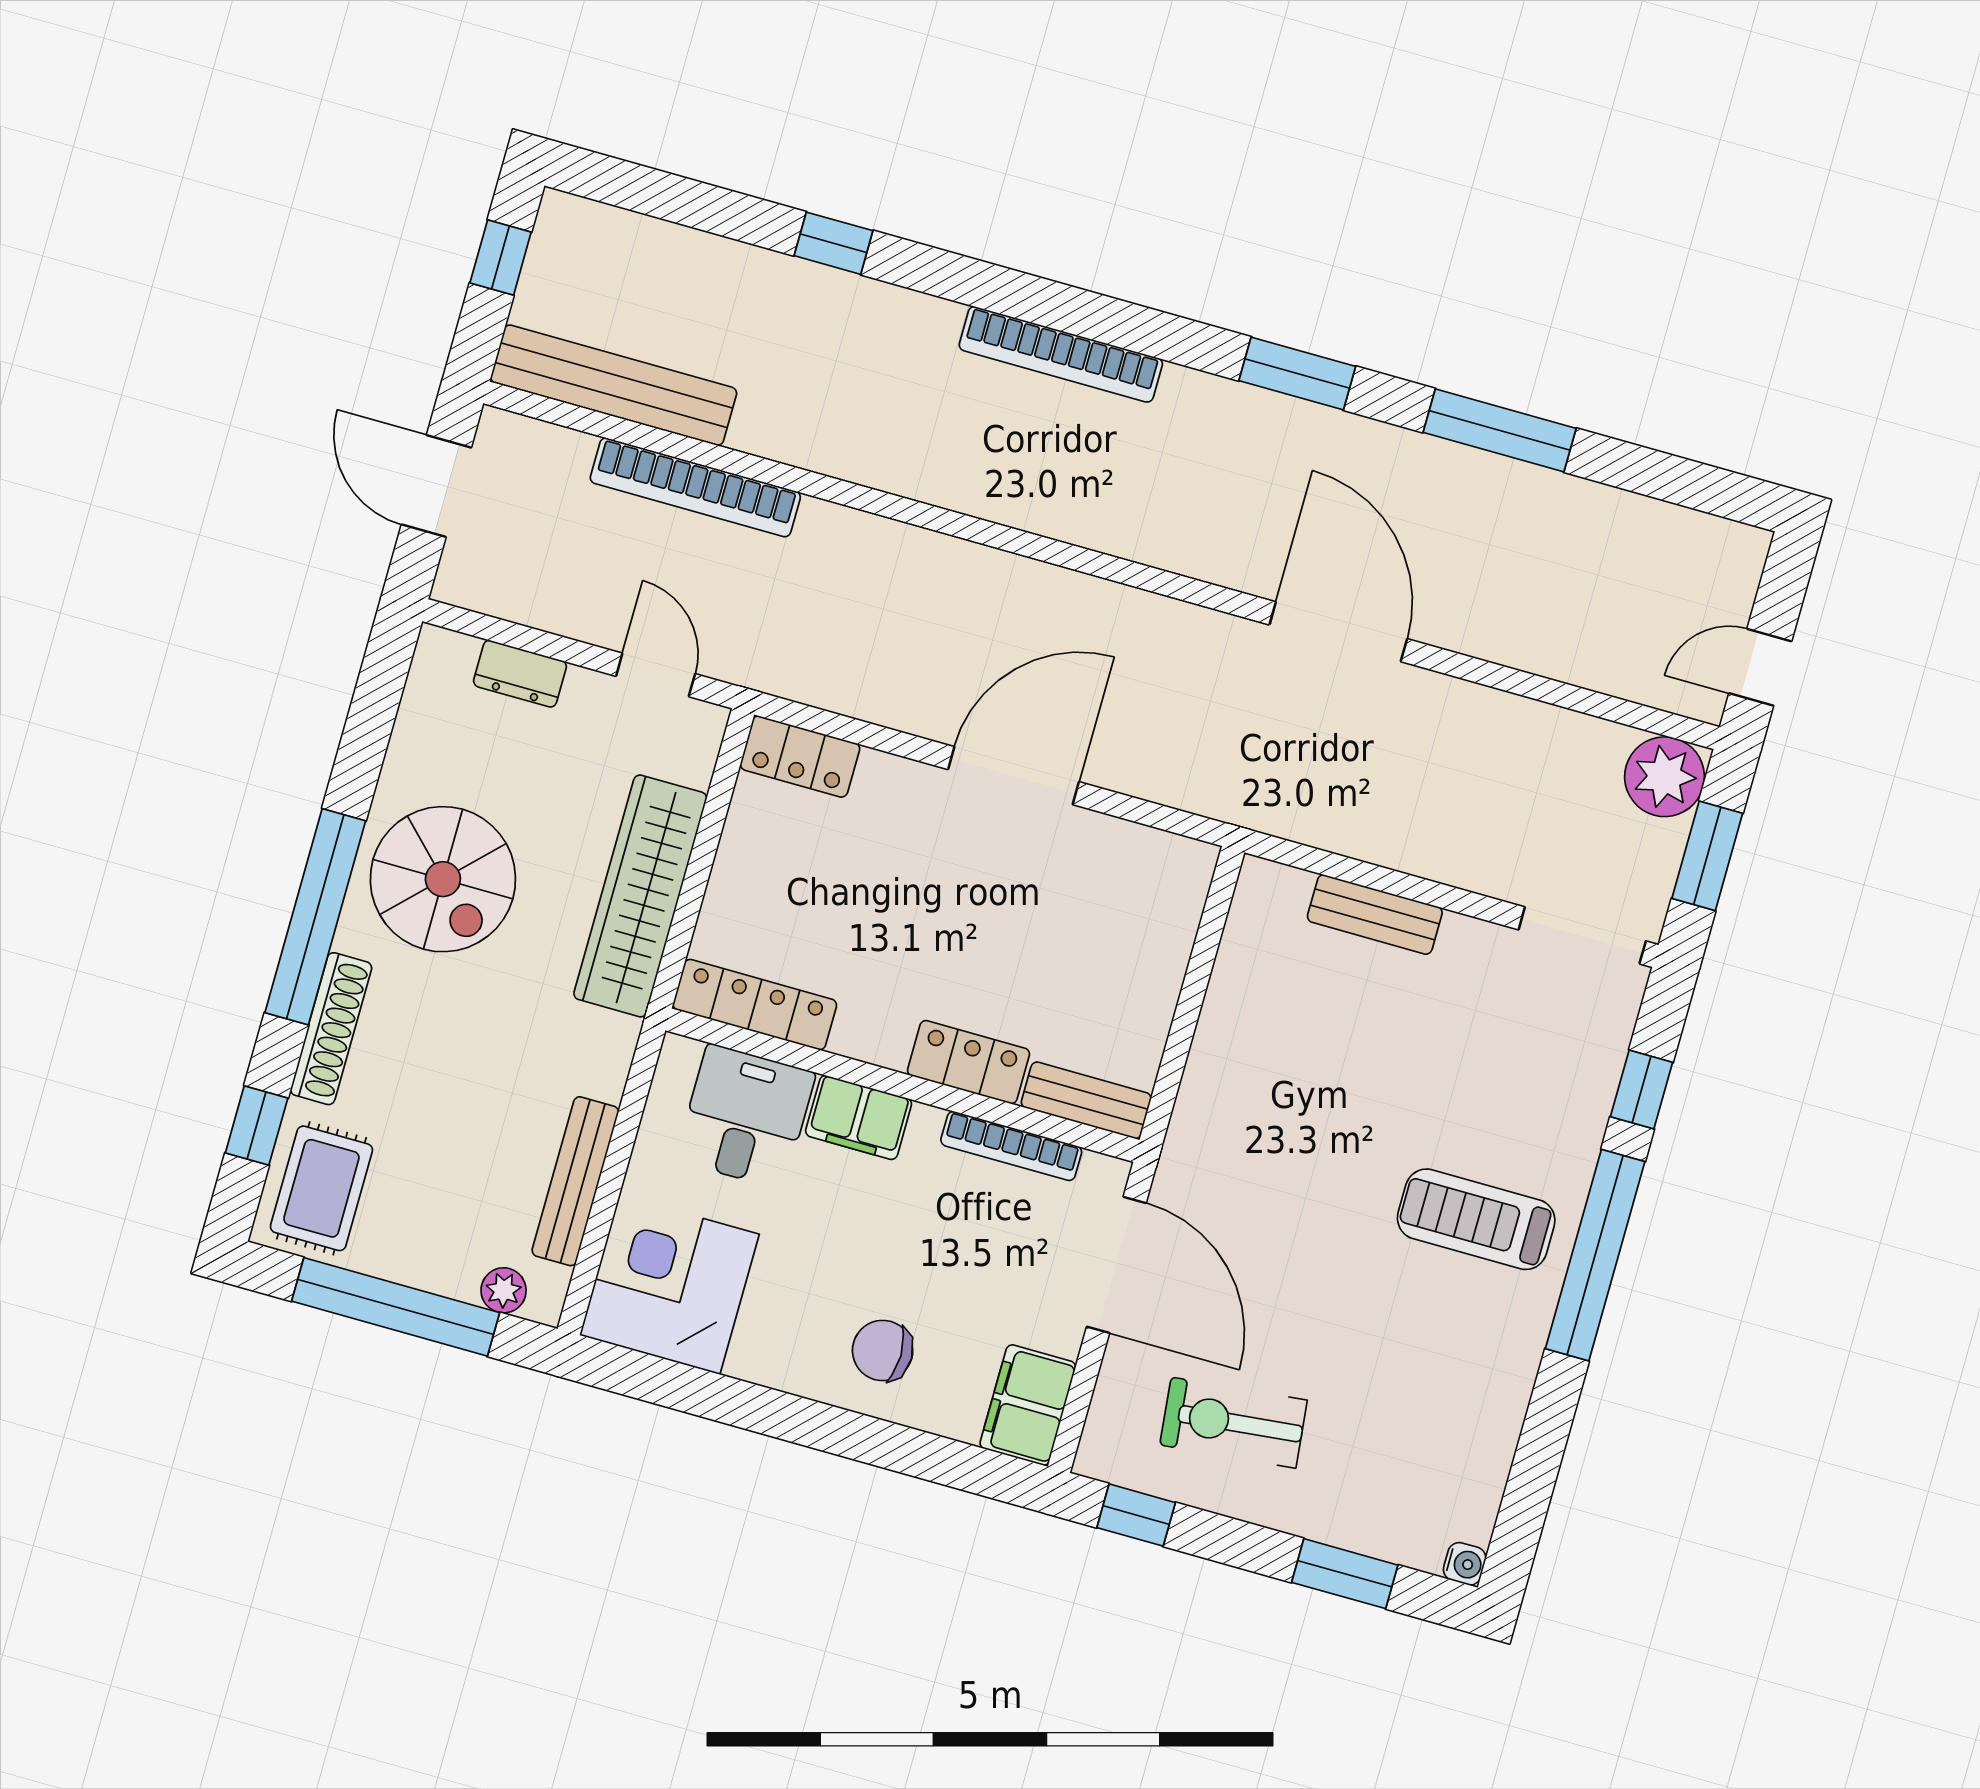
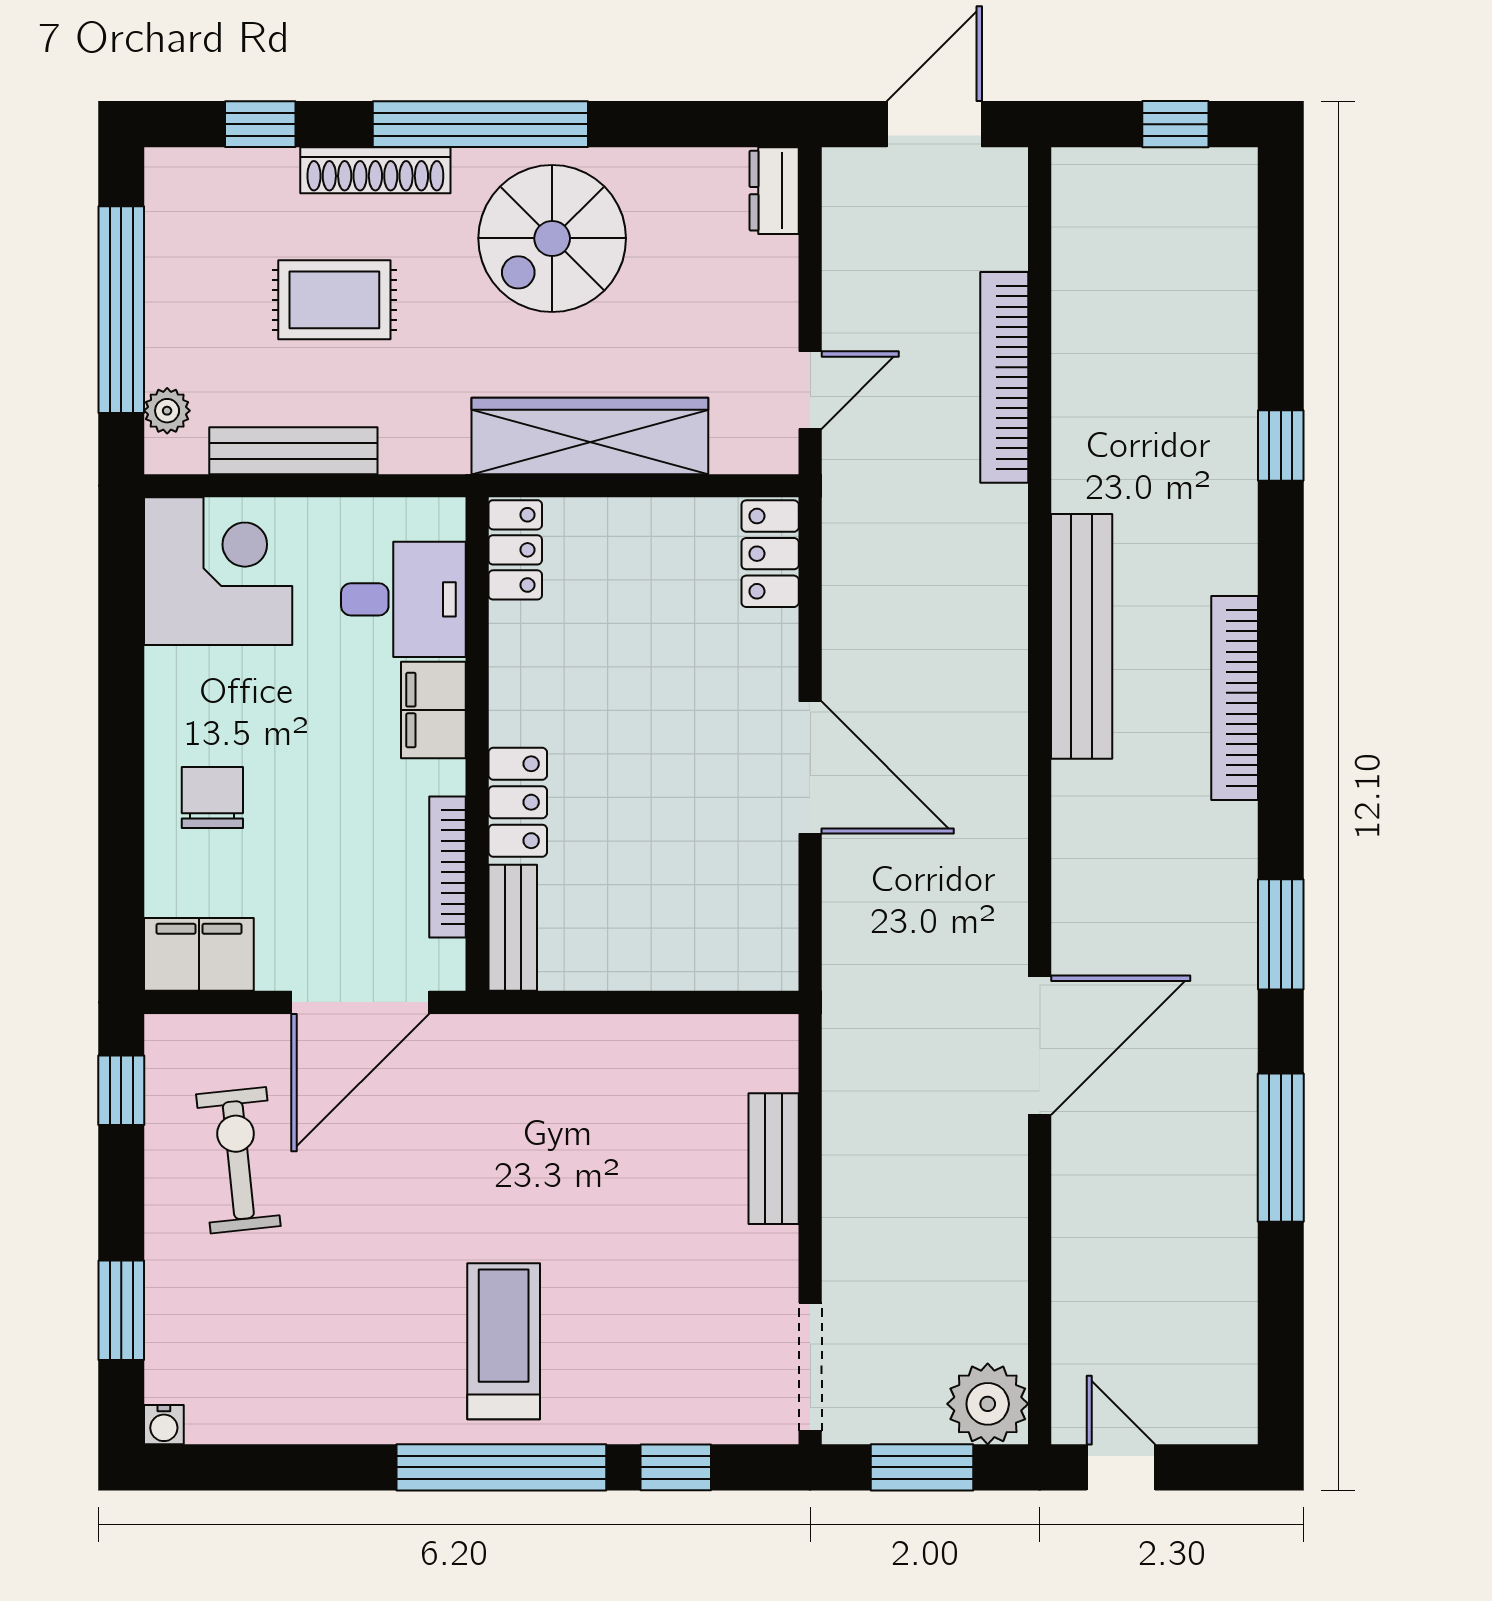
bench: (614, 385) -> (1082, 636), moved
dresser: (520, 674) -> (774, 191), moved
locker: (755, 1005) -> (515, 550), width x0.66
rug: (321, 1188) -> (334, 300), moved

